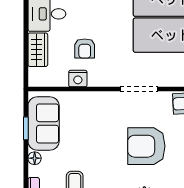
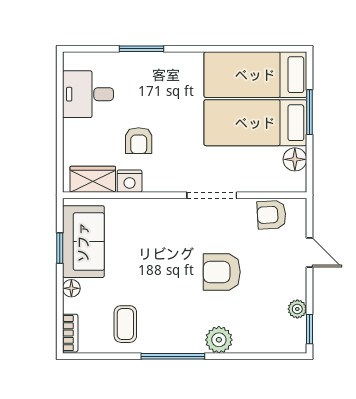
wardrobe: (38, 50) -> (93, 179), moved, turned -90
armchair: (146, 146) -> (222, 272), width x0.73, depth x0.73

